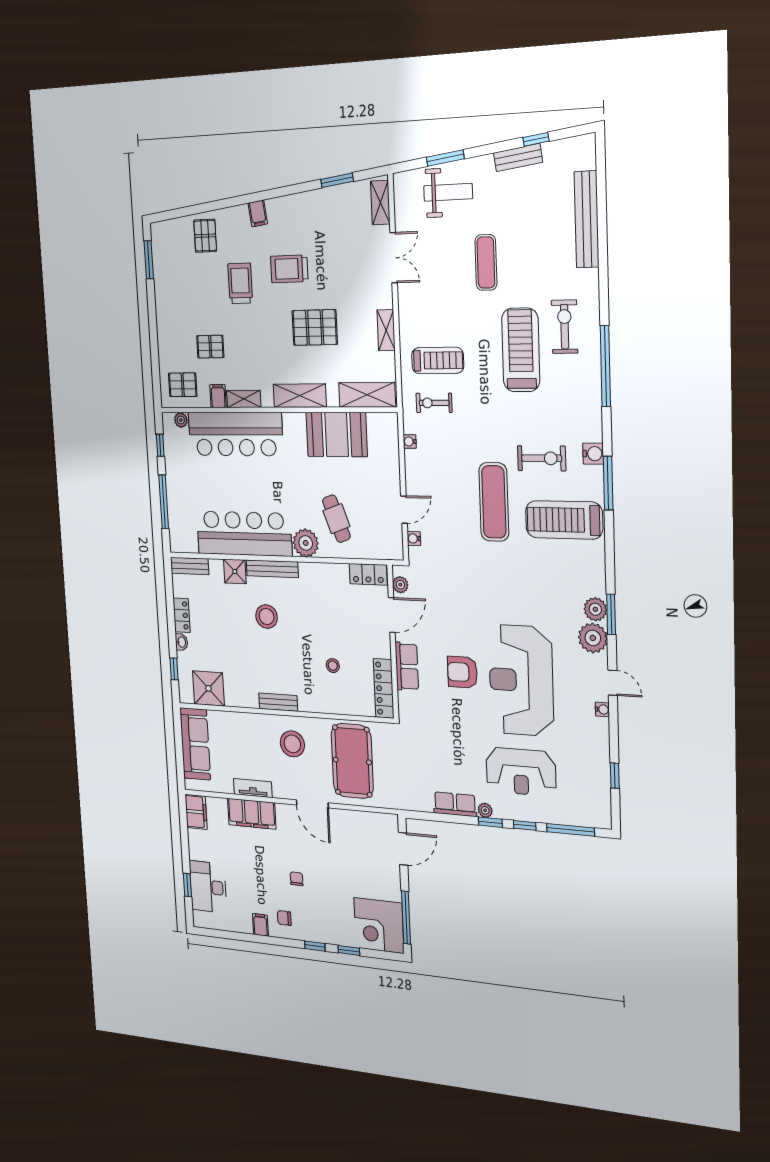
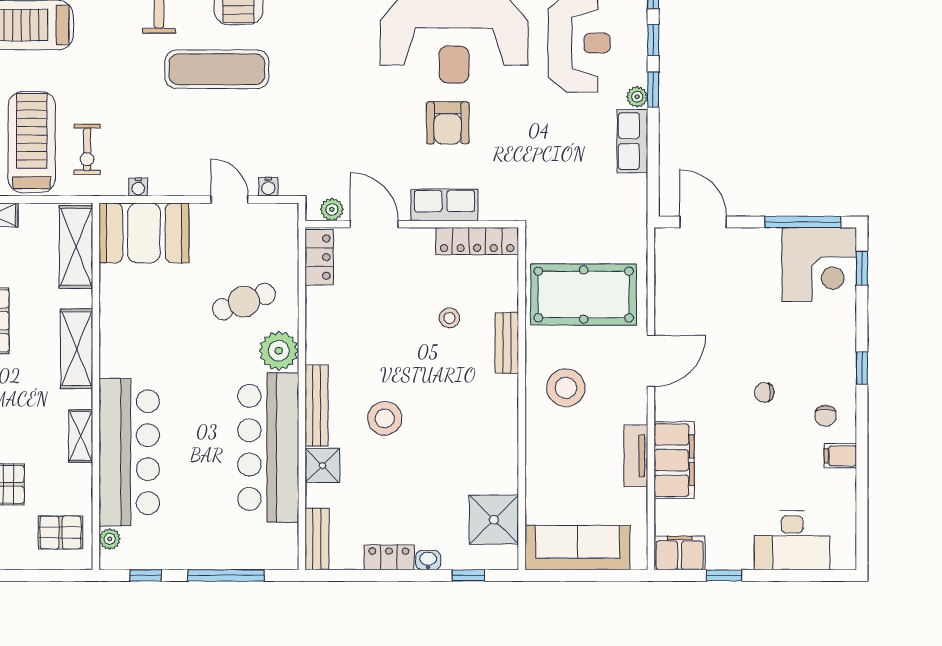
treadmill: (438, 360) -> (32, 142), width x1.37, depth x1.37
pallet: (183, 385) -> (61, 532), turned 90
filing cabinet: (218, 396) -> (77, 477), removed
booth: (337, 434) -> (144, 233), moved, turned 90
bench: (278, 702) -> (507, 343), moved
window: (187, 885) -> (724, 575), moved
window: (349, 950) -> (862, 268), moved

